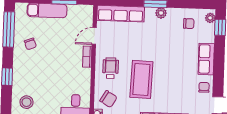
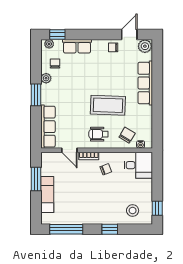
plant: (161, 13) -> (46, 78), moved
chair: (30, 44) -> (106, 169), moved
row of seats: (206, 59) -> (77, 46), moved

